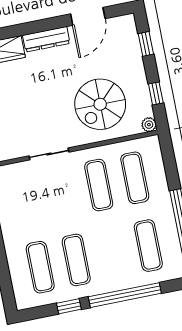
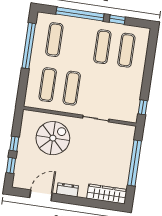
dresser: (46, 39) -> (67, 190), width x0.70
window: (156, 93) -> (14, 144), moved
plant: (149, 125) -> (27, 115), removed

